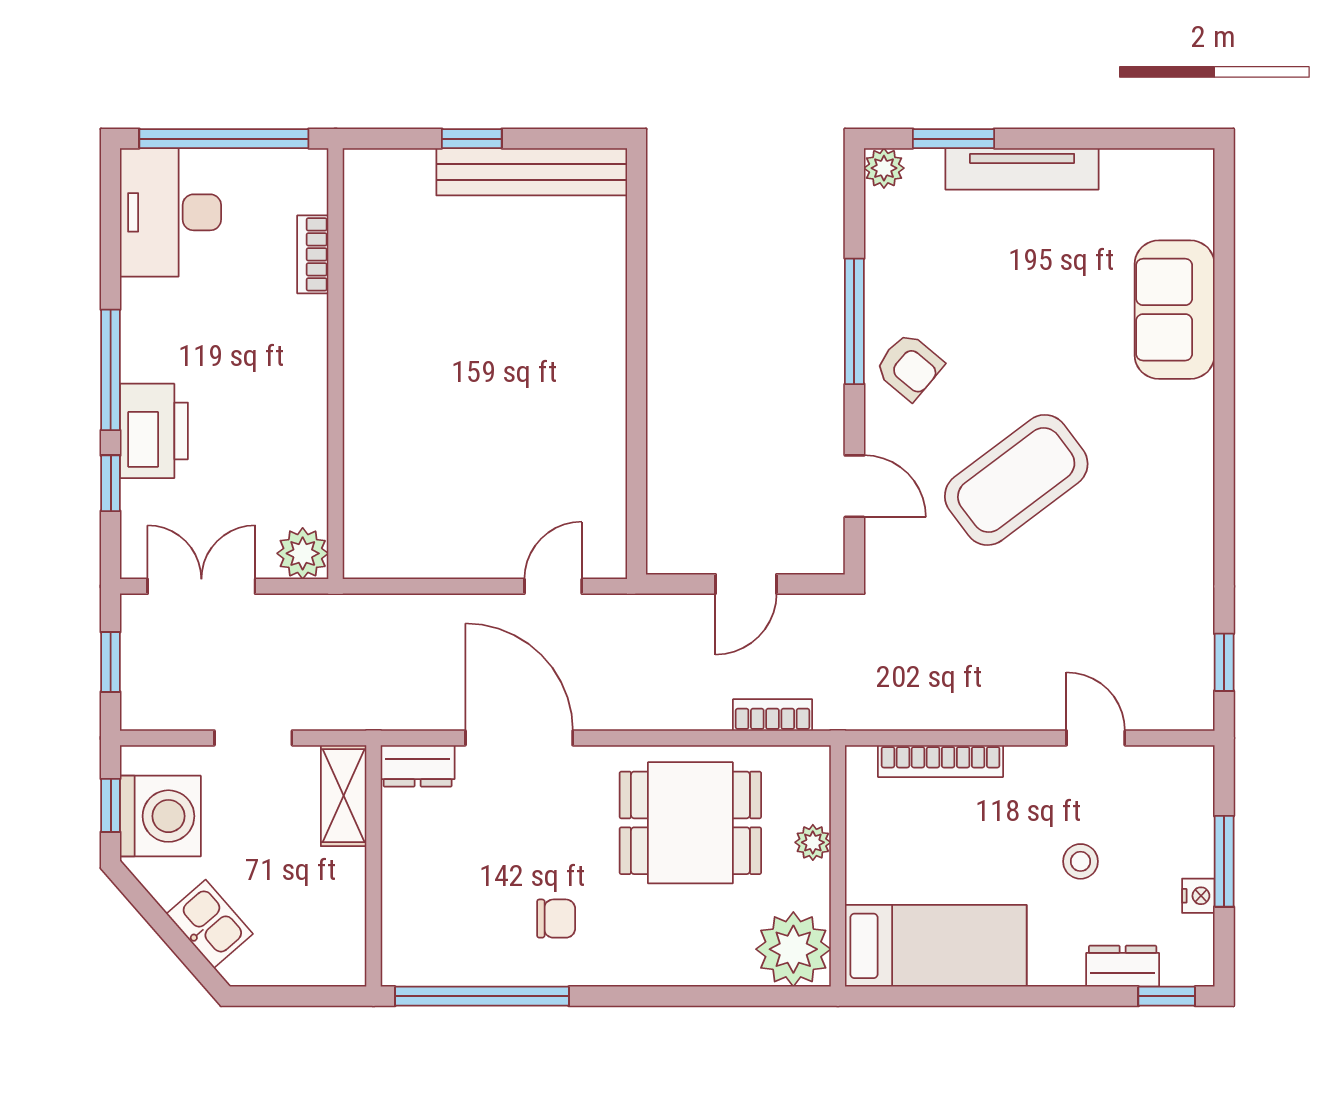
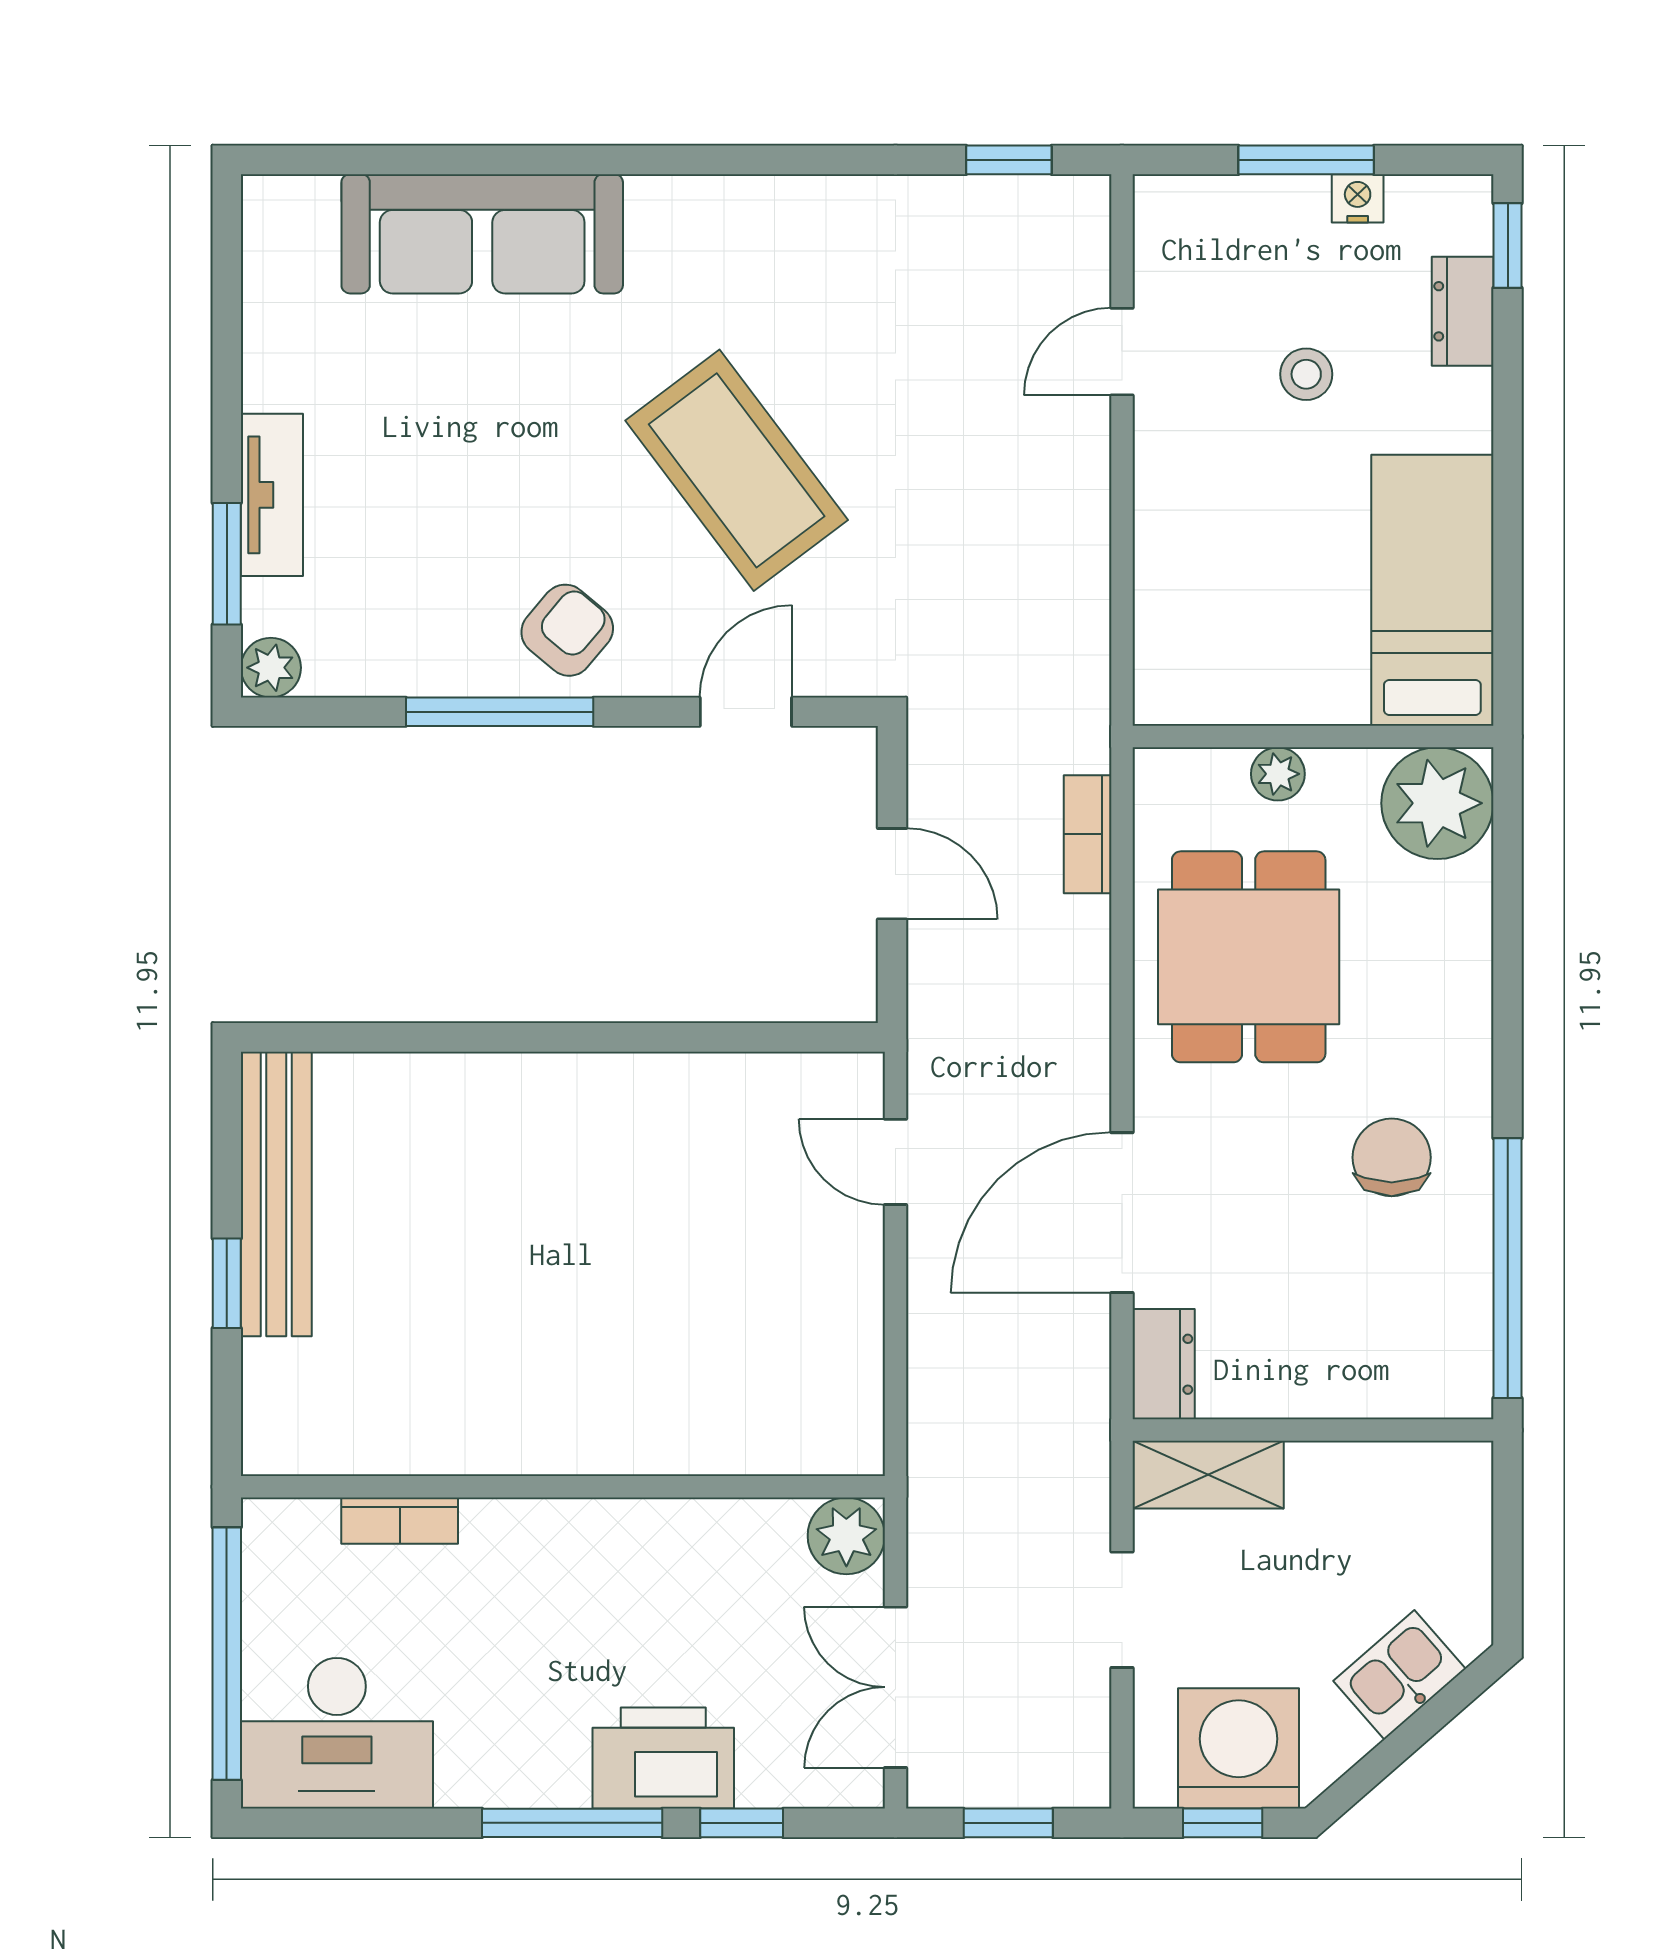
tv unit: (1022, 169) -> (272, 495), width x0.71
sofa: (1175, 310) -> (482, 234), width x1.36
bookcase: (941, 761) -> (1156, 583), removed
chair: (556, 919) -> (1392, 1157), width x1.37, depth x1.37

